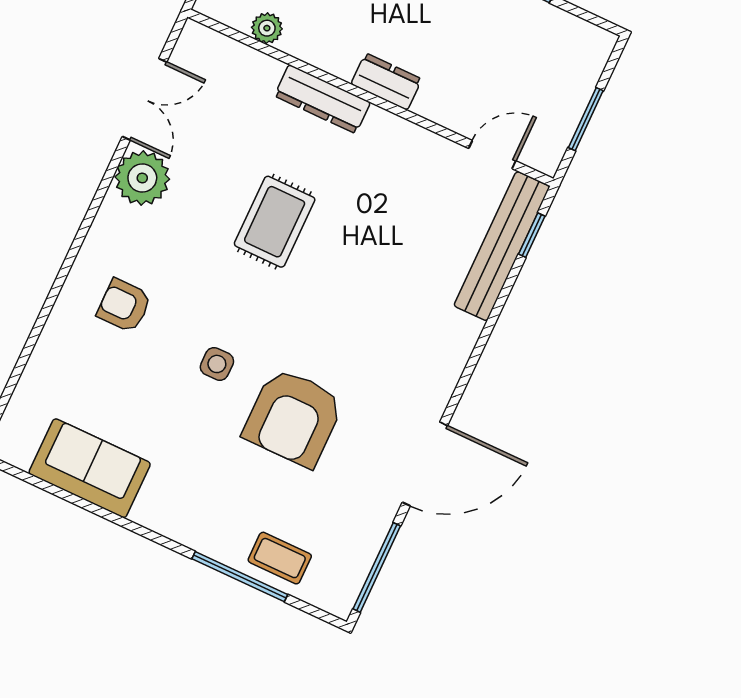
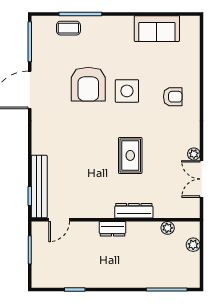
plant: (142, 178) -> (194, 154), width x0.53, depth x0.53
side table: (217, 364) -> (127, 91), width x1.87, depth x1.87
armchair: (293, 417) -> (88, 84), turned 180

